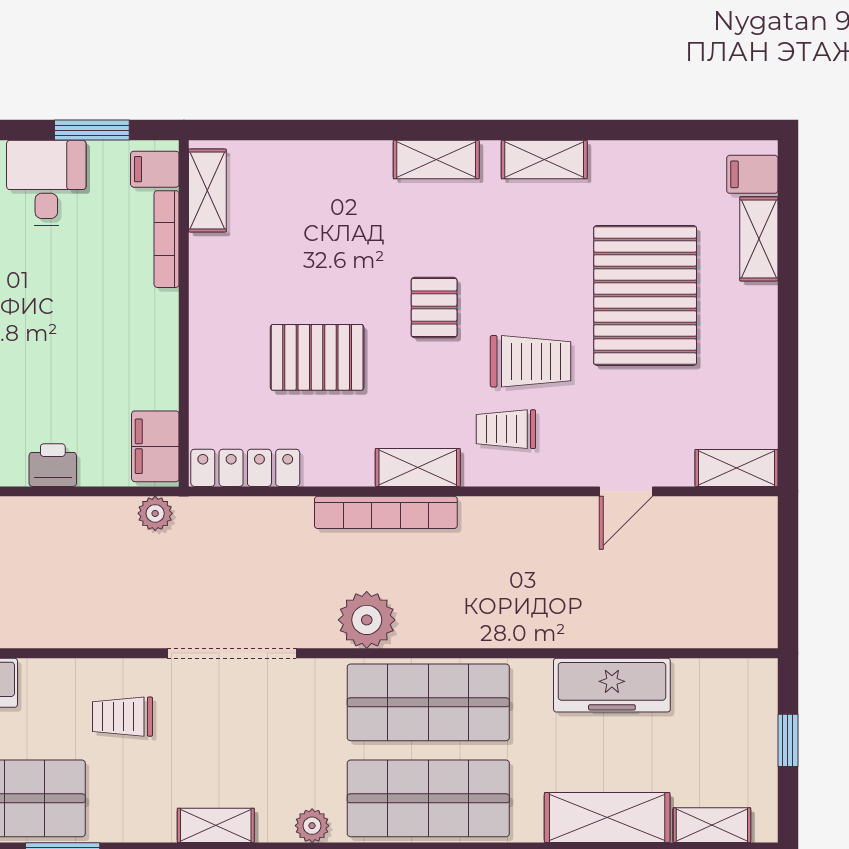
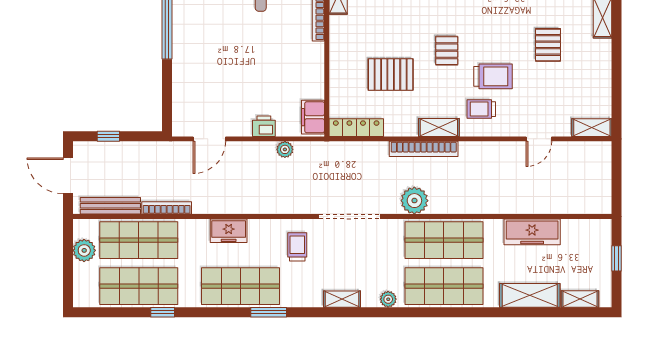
pallet: (645, 295) -> (548, 45), width x0.49, depth x0.50
plant: (155, 513) -> (285, 149), moved
trolley: (122, 717) -> (297, 247), turned 90

